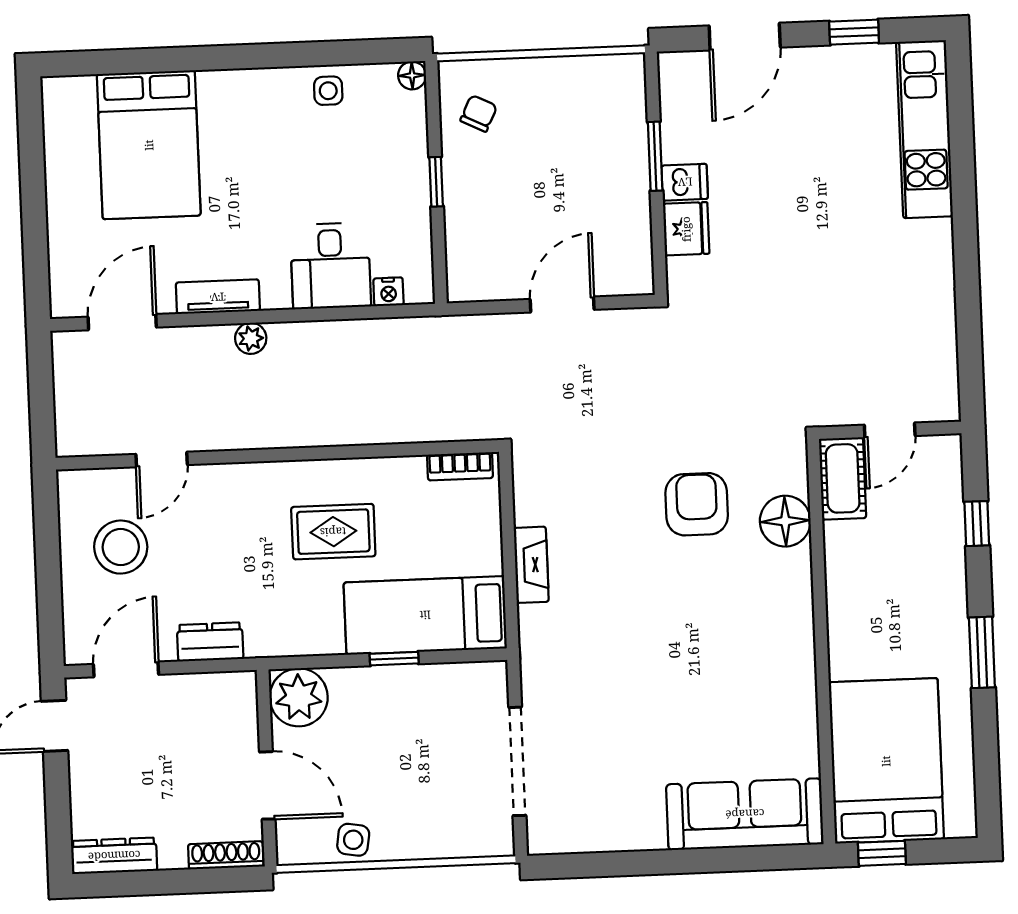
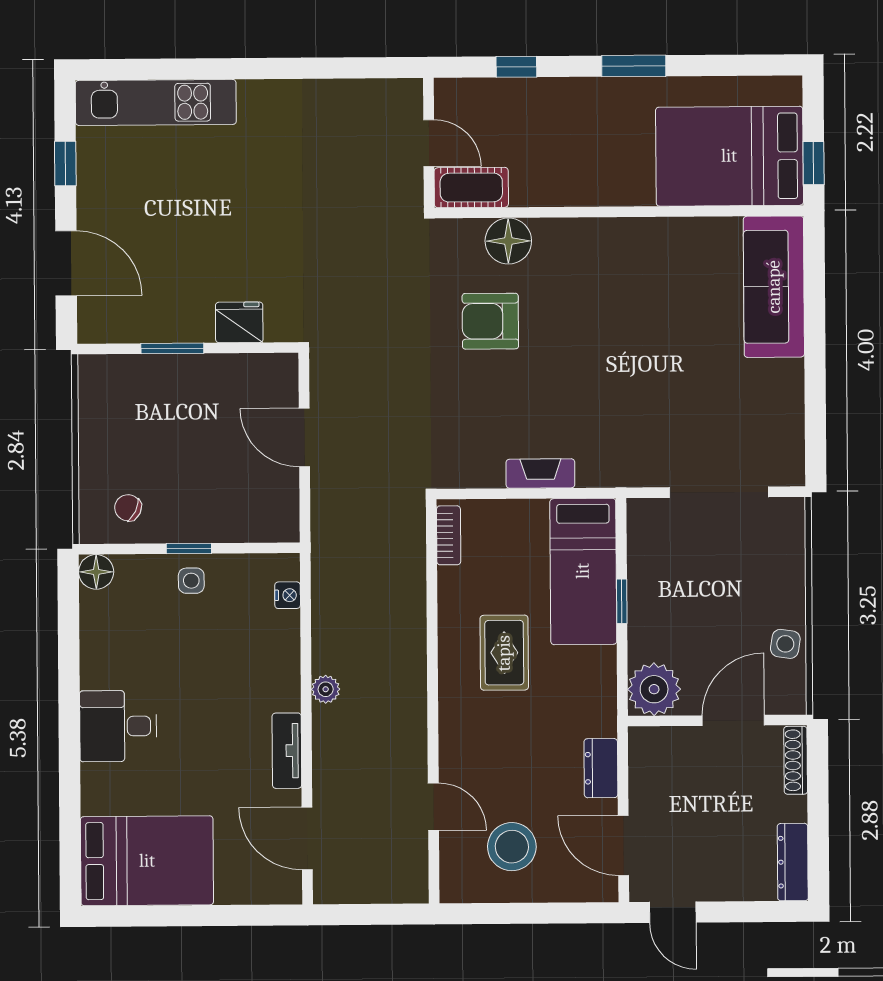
floor lamp: (412, 75) -> (96, 572), width x1.37, depth x1.37
side table: (328, 91) -> (191, 581), moved
bed: (149, 145) -> (147, 861), moved
dishwasher: (685, 182) -> (197, 322), removed
desk: (331, 266) -> (118, 726), moved, turned 180
plant: (251, 338) -> (326, 689), moved

